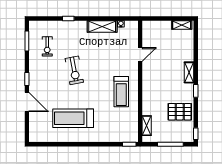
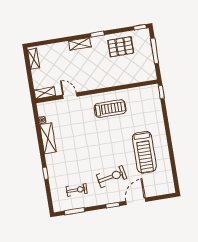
exercise bike: (74, 70) -> (112, 177), moved
pallet: (180, 112) -> (121, 47), turned 90
shelving: (147, 126) -> (45, 93), moved

